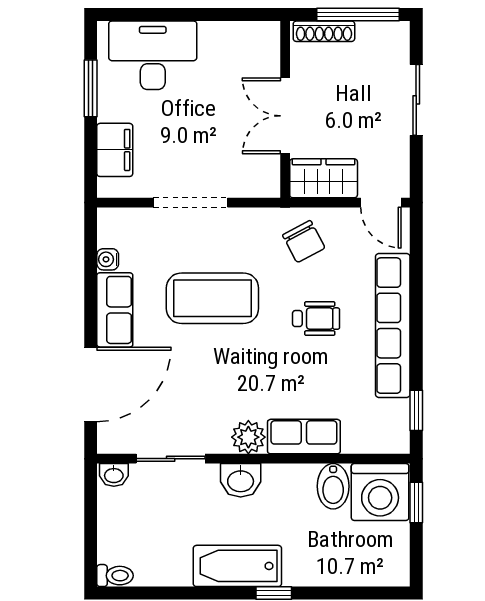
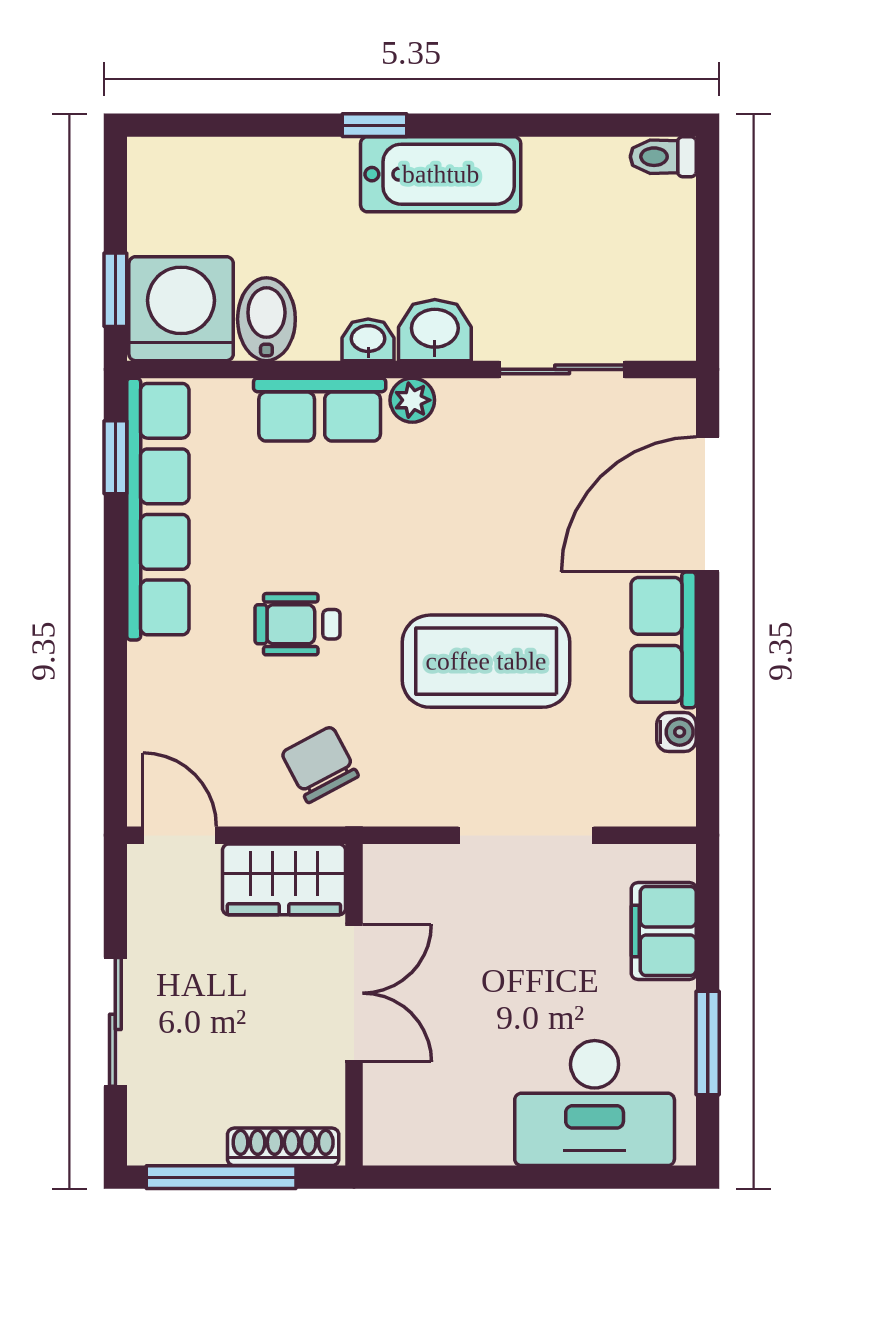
row of seats: (393, 326) -> (158, 509), moved
plant: (248, 437) -> (412, 400), width x0.73, depth x0.73
washbasin: (114, 475) -> (368, 340), moved

